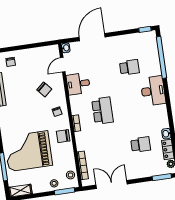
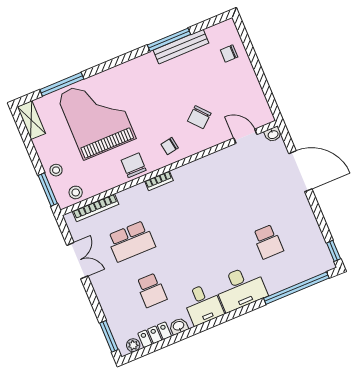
desk: (78, 84) -> (203, 304), moved, turned 180
school desk: (103, 111) -> (131, 241), moved
double door: (112, 184) -> (77, 261), width x0.73

